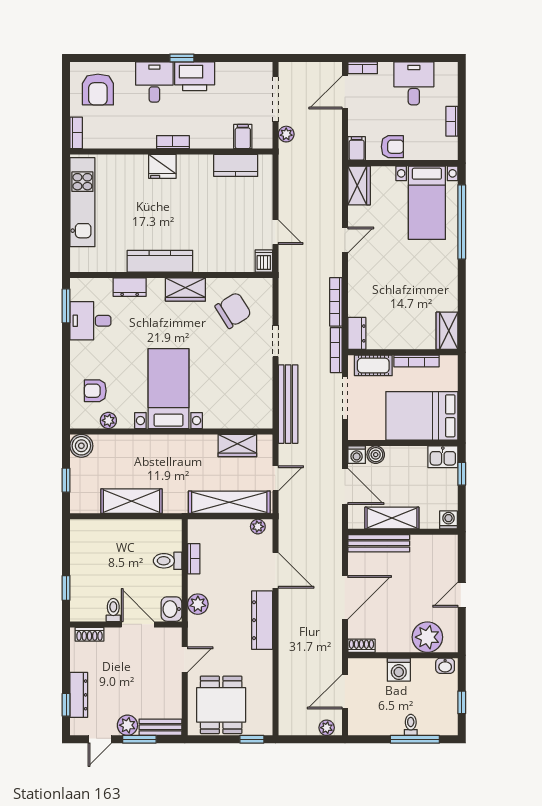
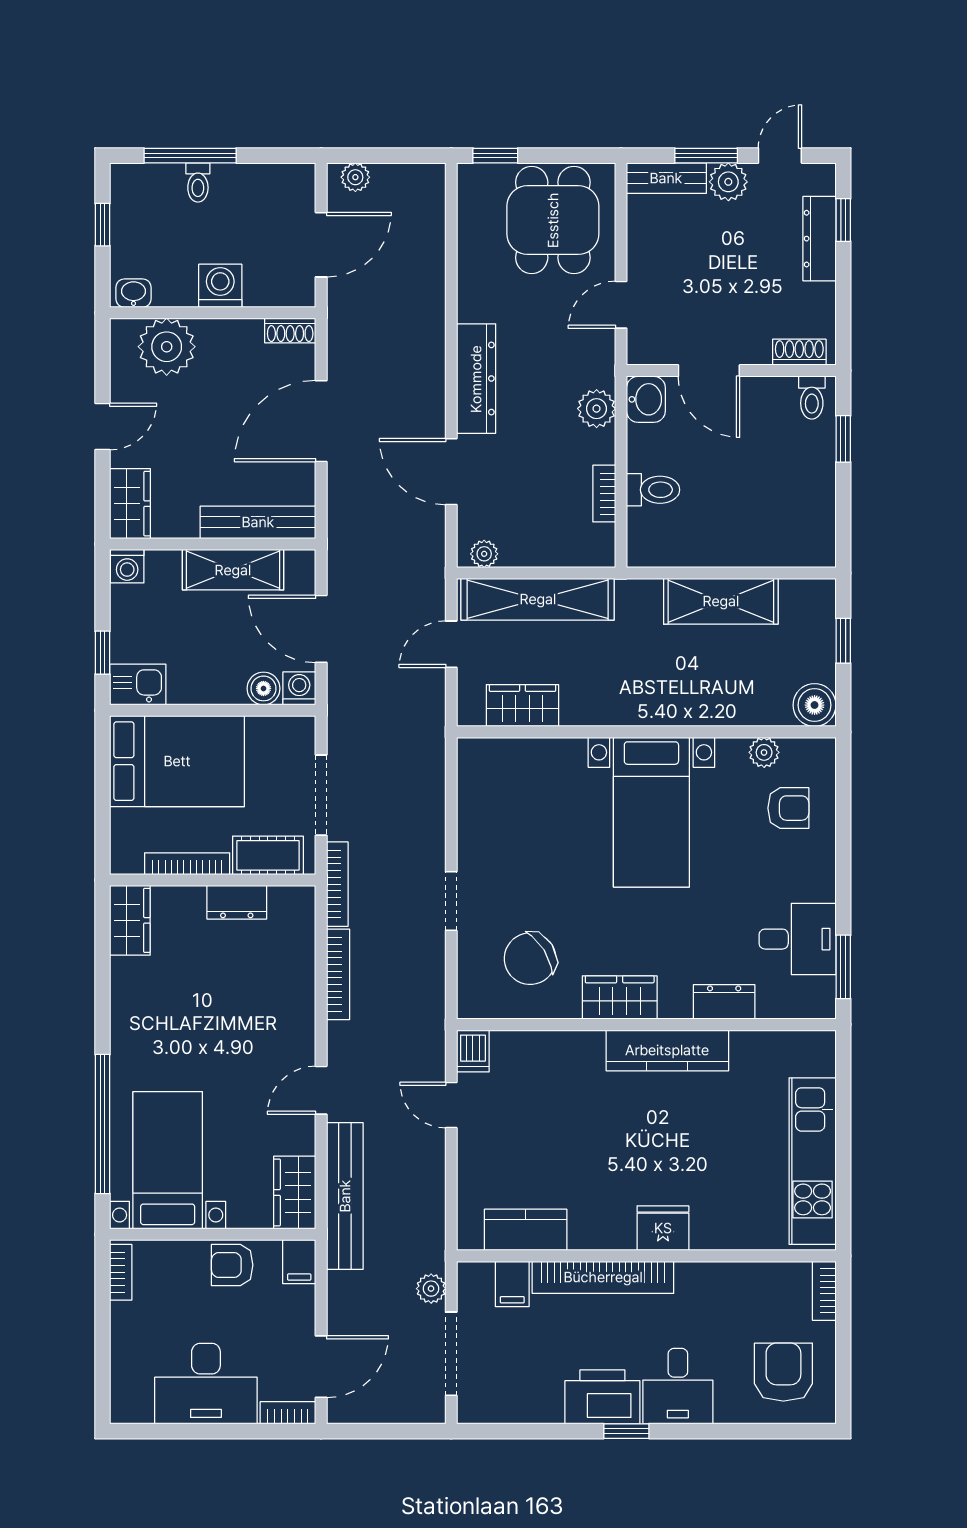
desk: (414, 83) -> (206, 1384), width x1.37
bookcase: (452, 121) -> (121, 1272), moved
bookcase: (173, 142) -> (603, 1277), width x2.31, depth x1.31
dresser: (357, 333) -> (237, 902), moved, turned -90
bench: (288, 404) -> (345, 1196), moved
wardrobe: (447, 553) -> (130, 504), added
toilet: (113, 610) -> (812, 398), moved

